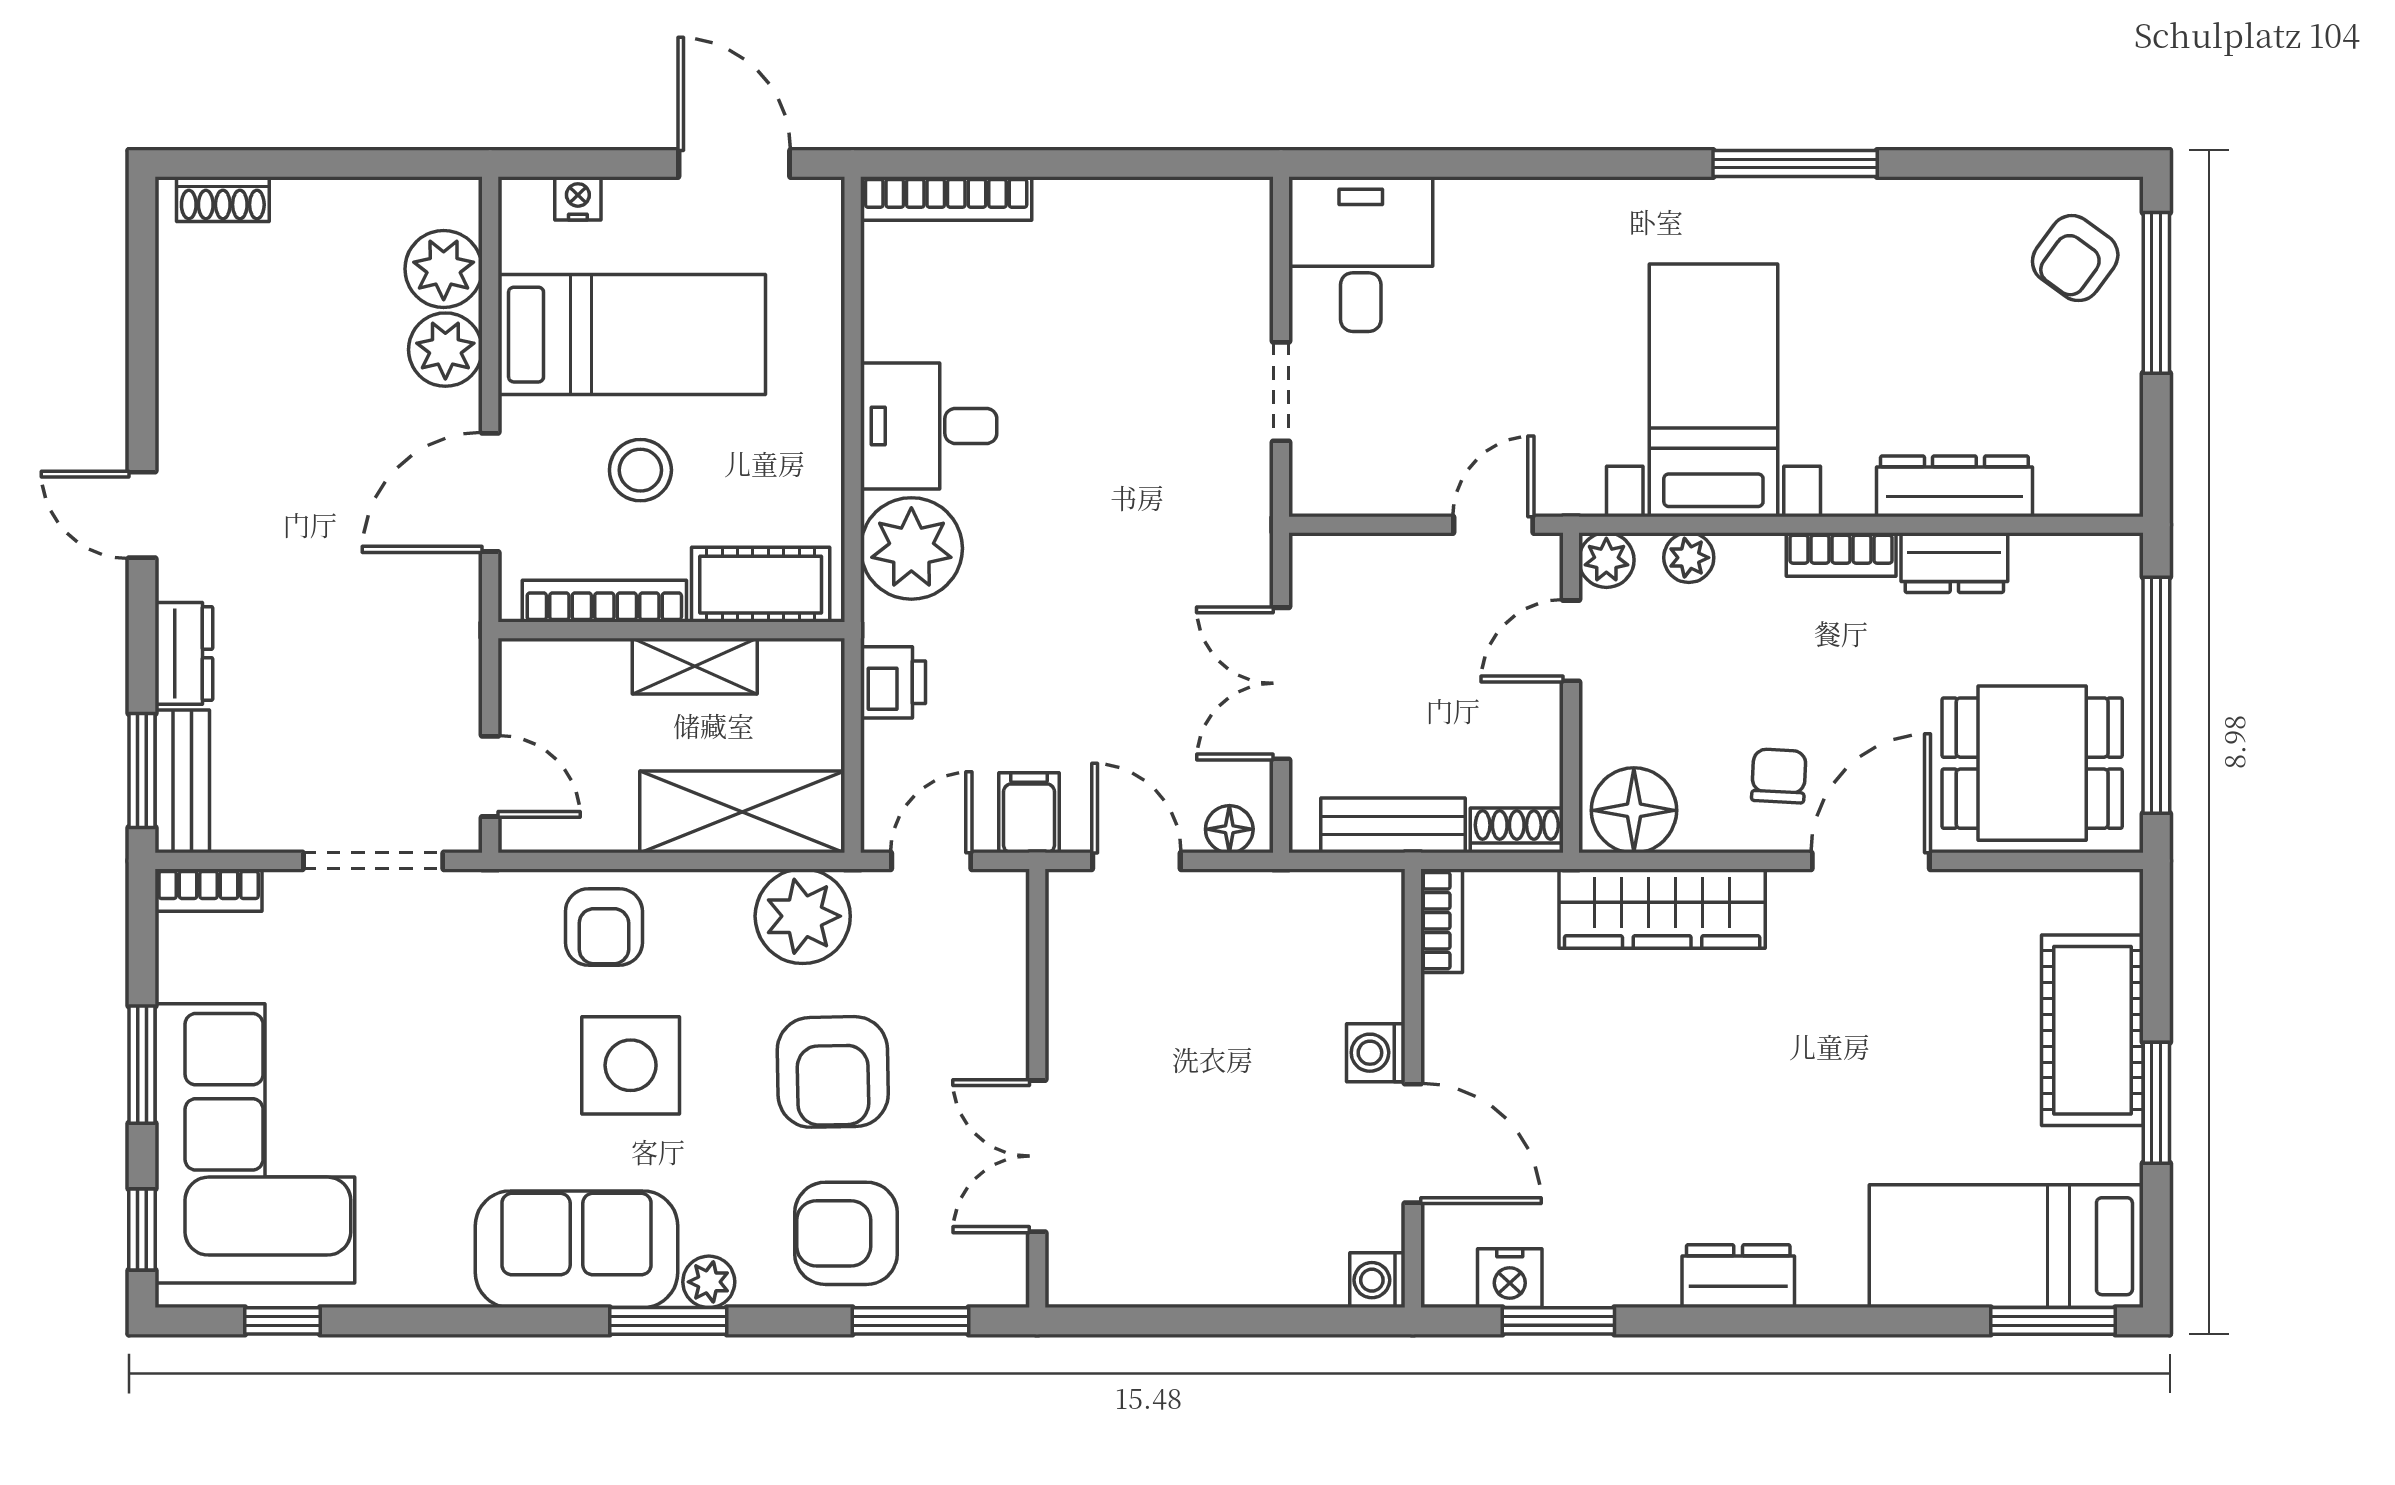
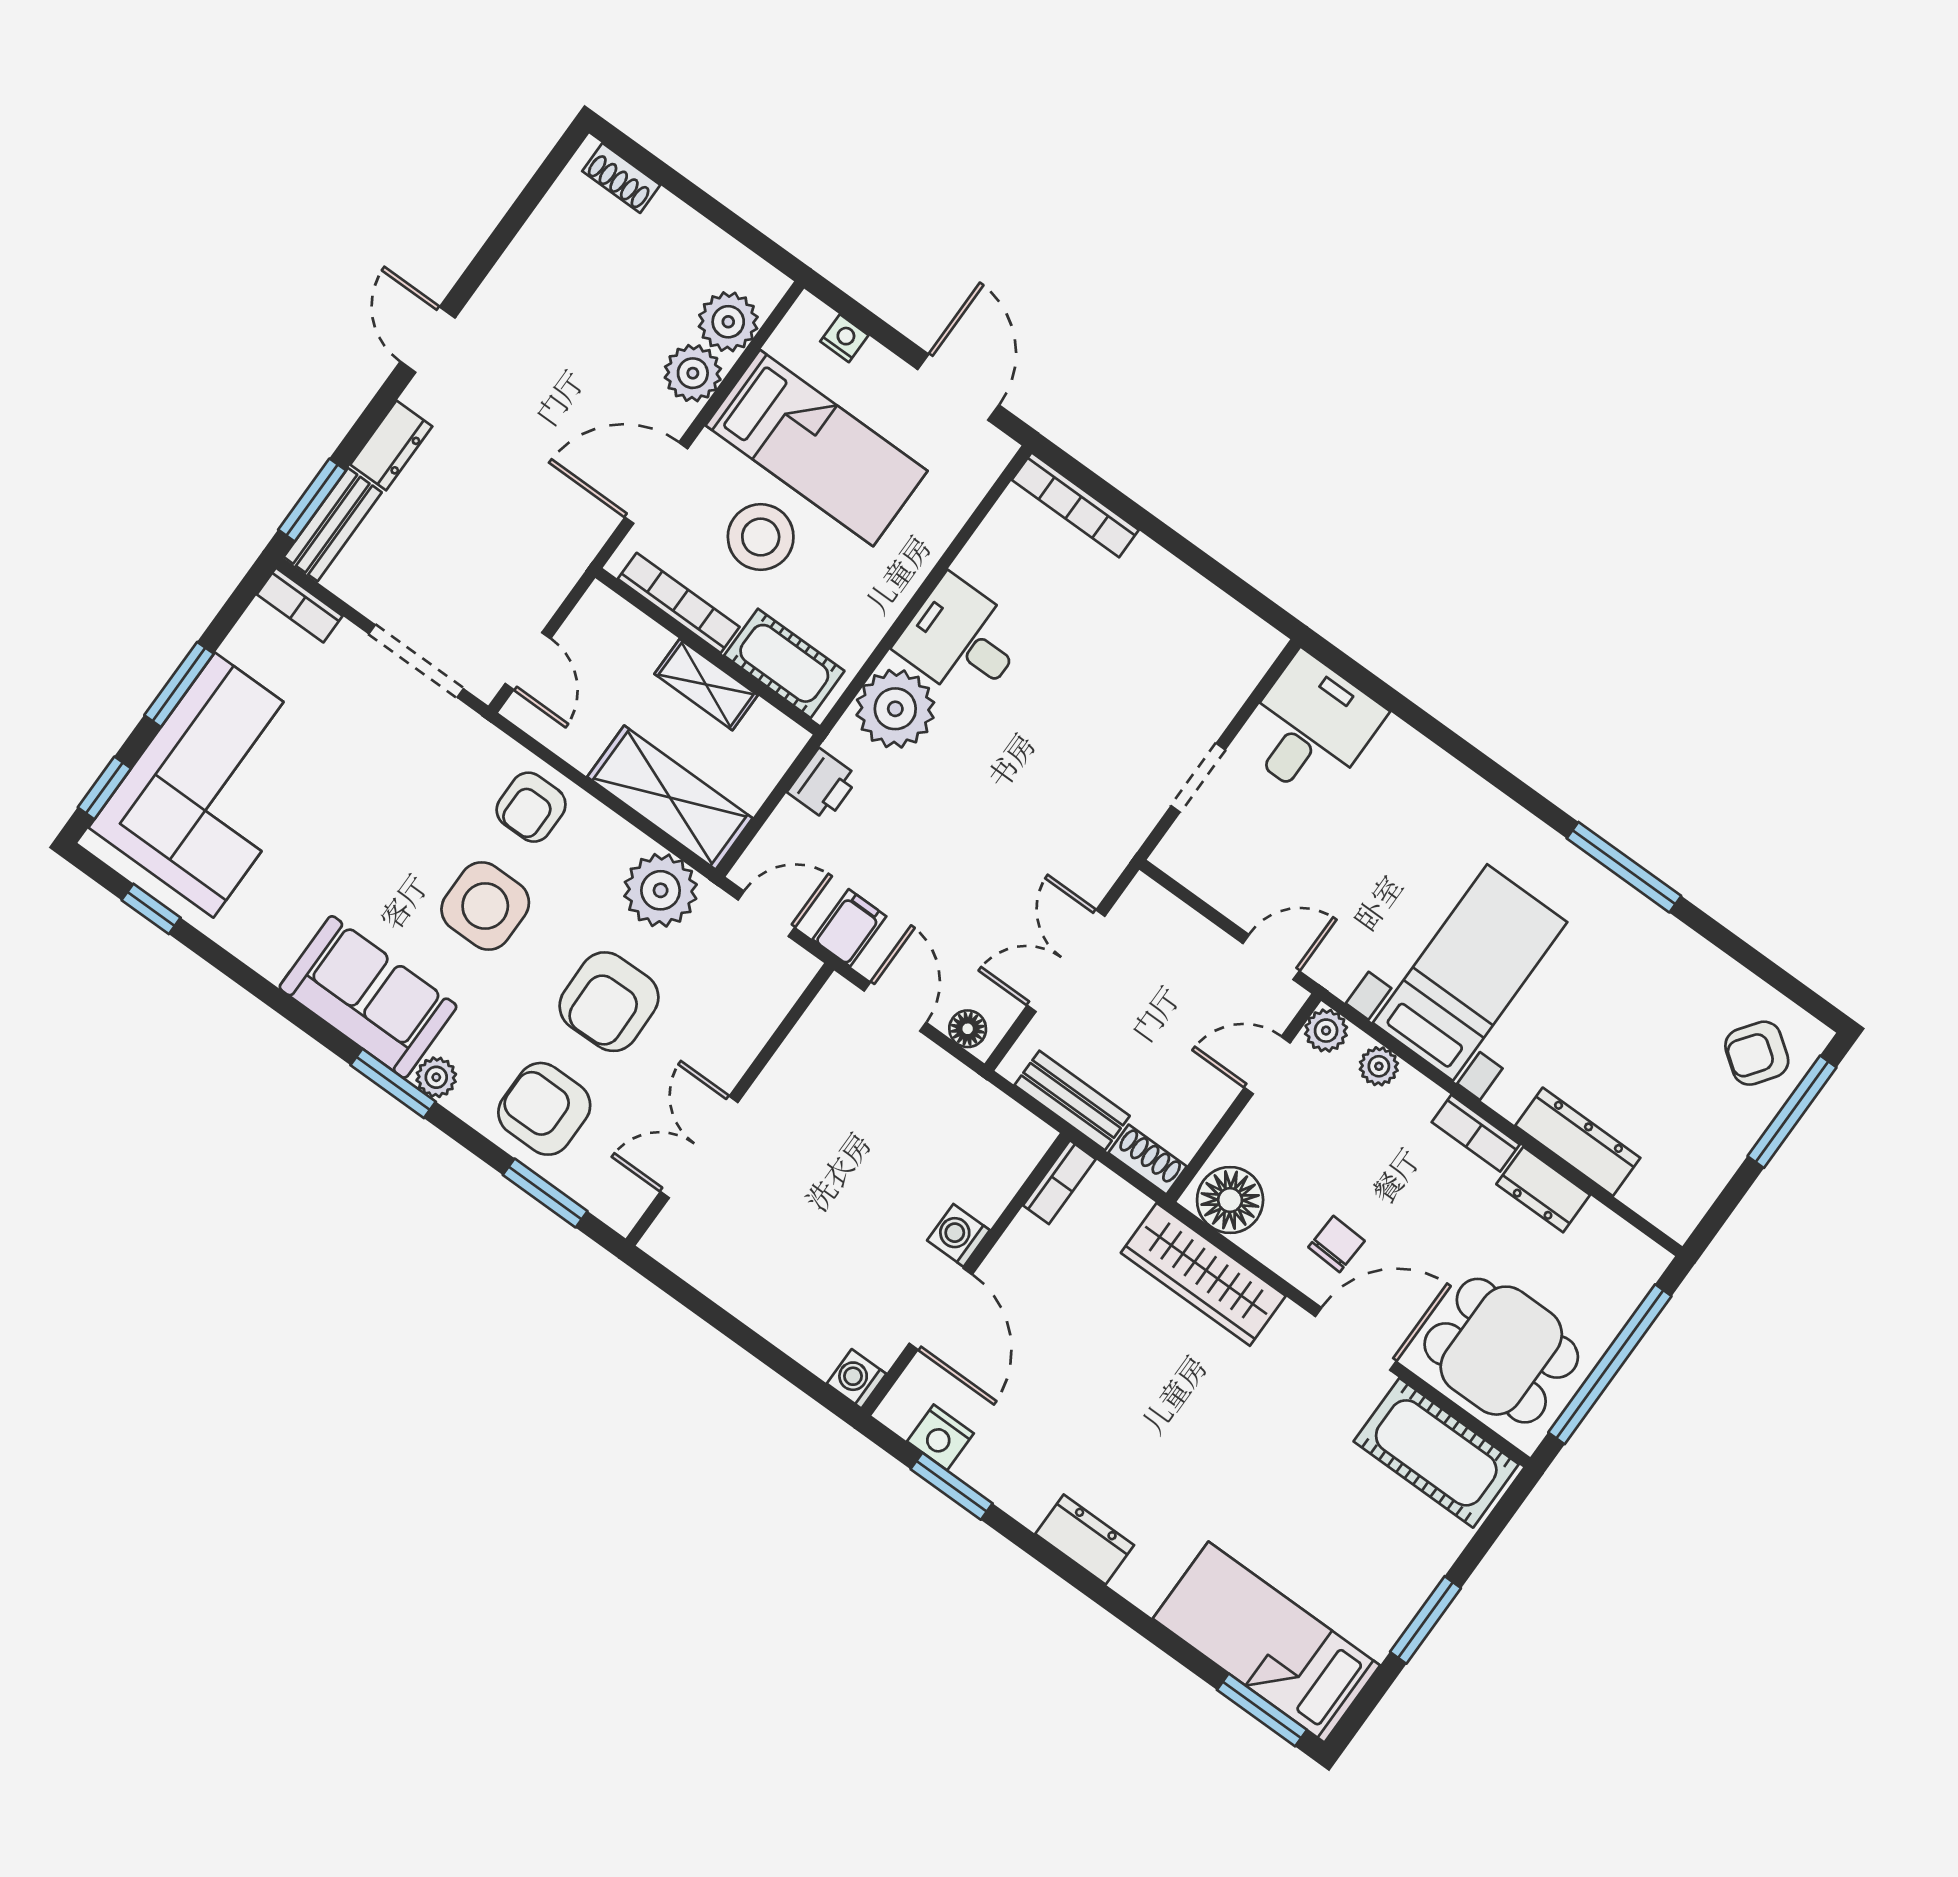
stool: (640, 470) -> (761, 537), width x1.38, depth x1.38
cot: (2092, 1030) -> (1436, 1453), moved, turned 90

